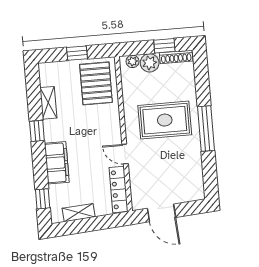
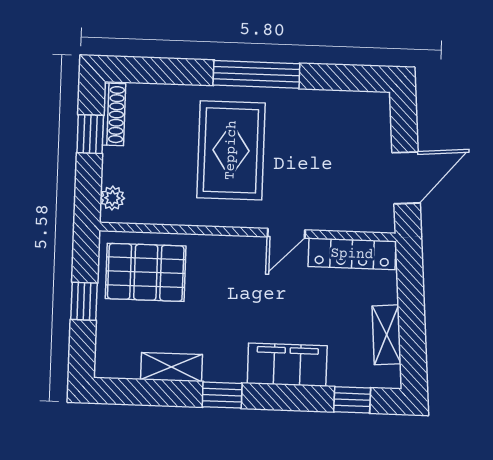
plant: (150, 63) -> (119, 166), removed

